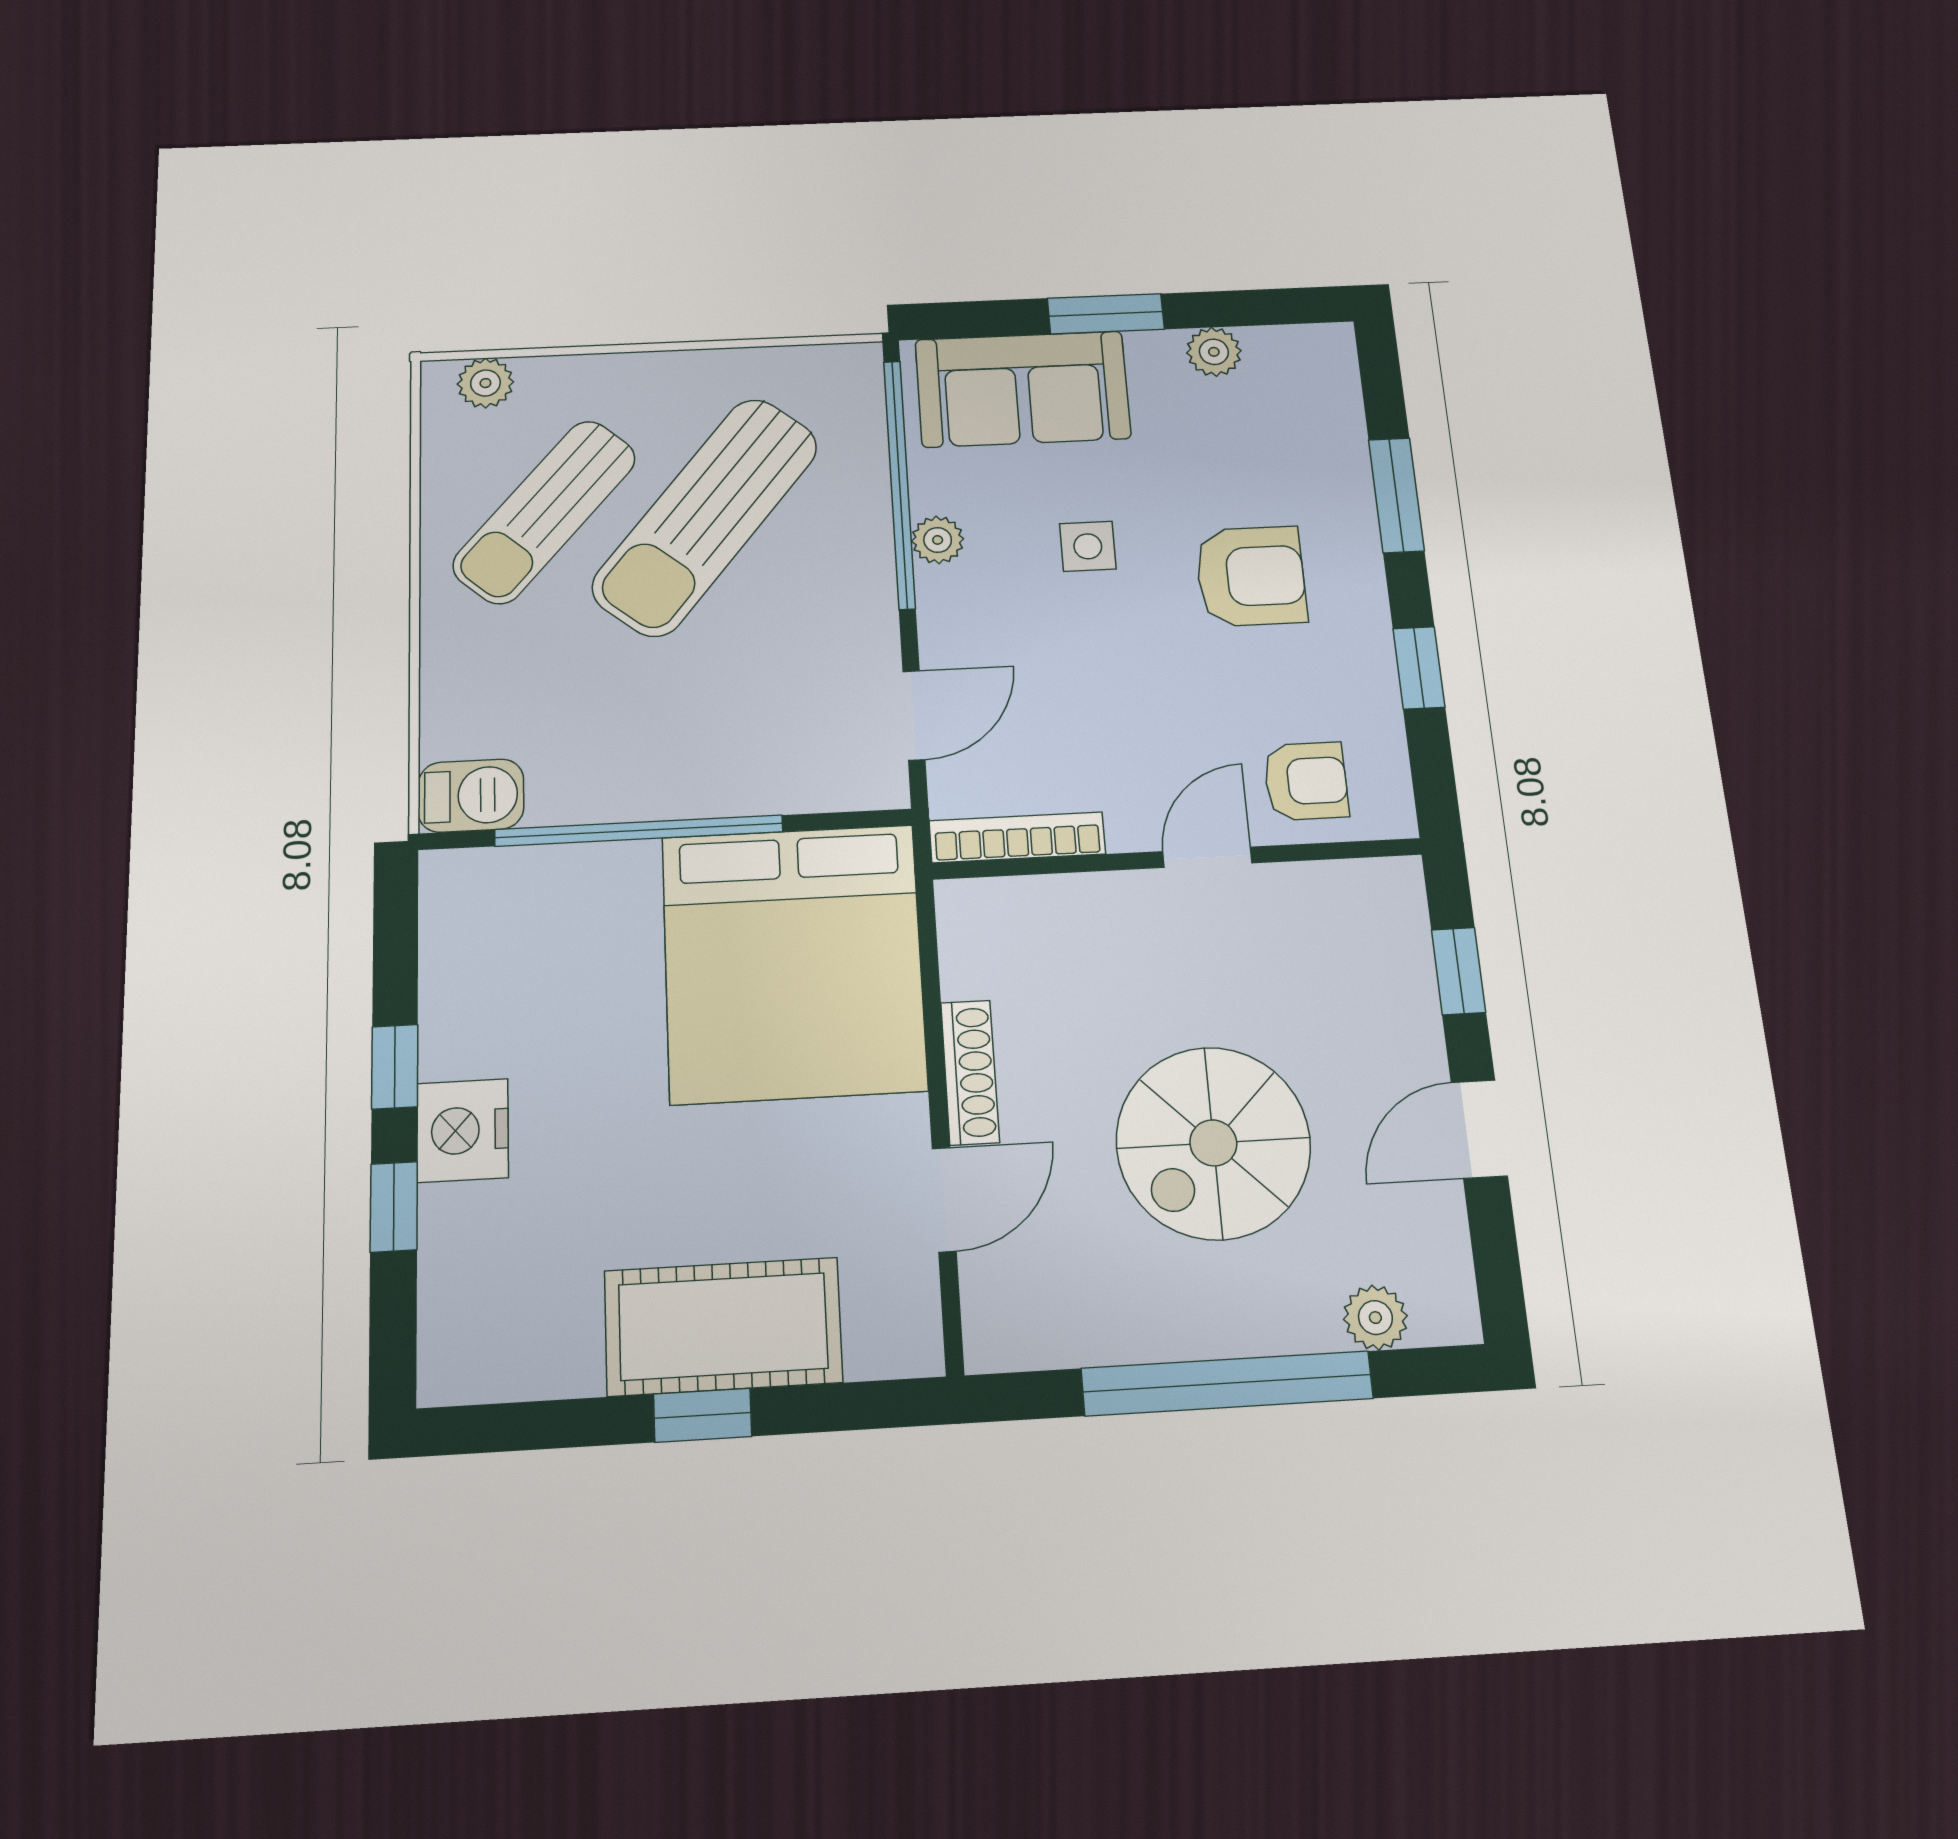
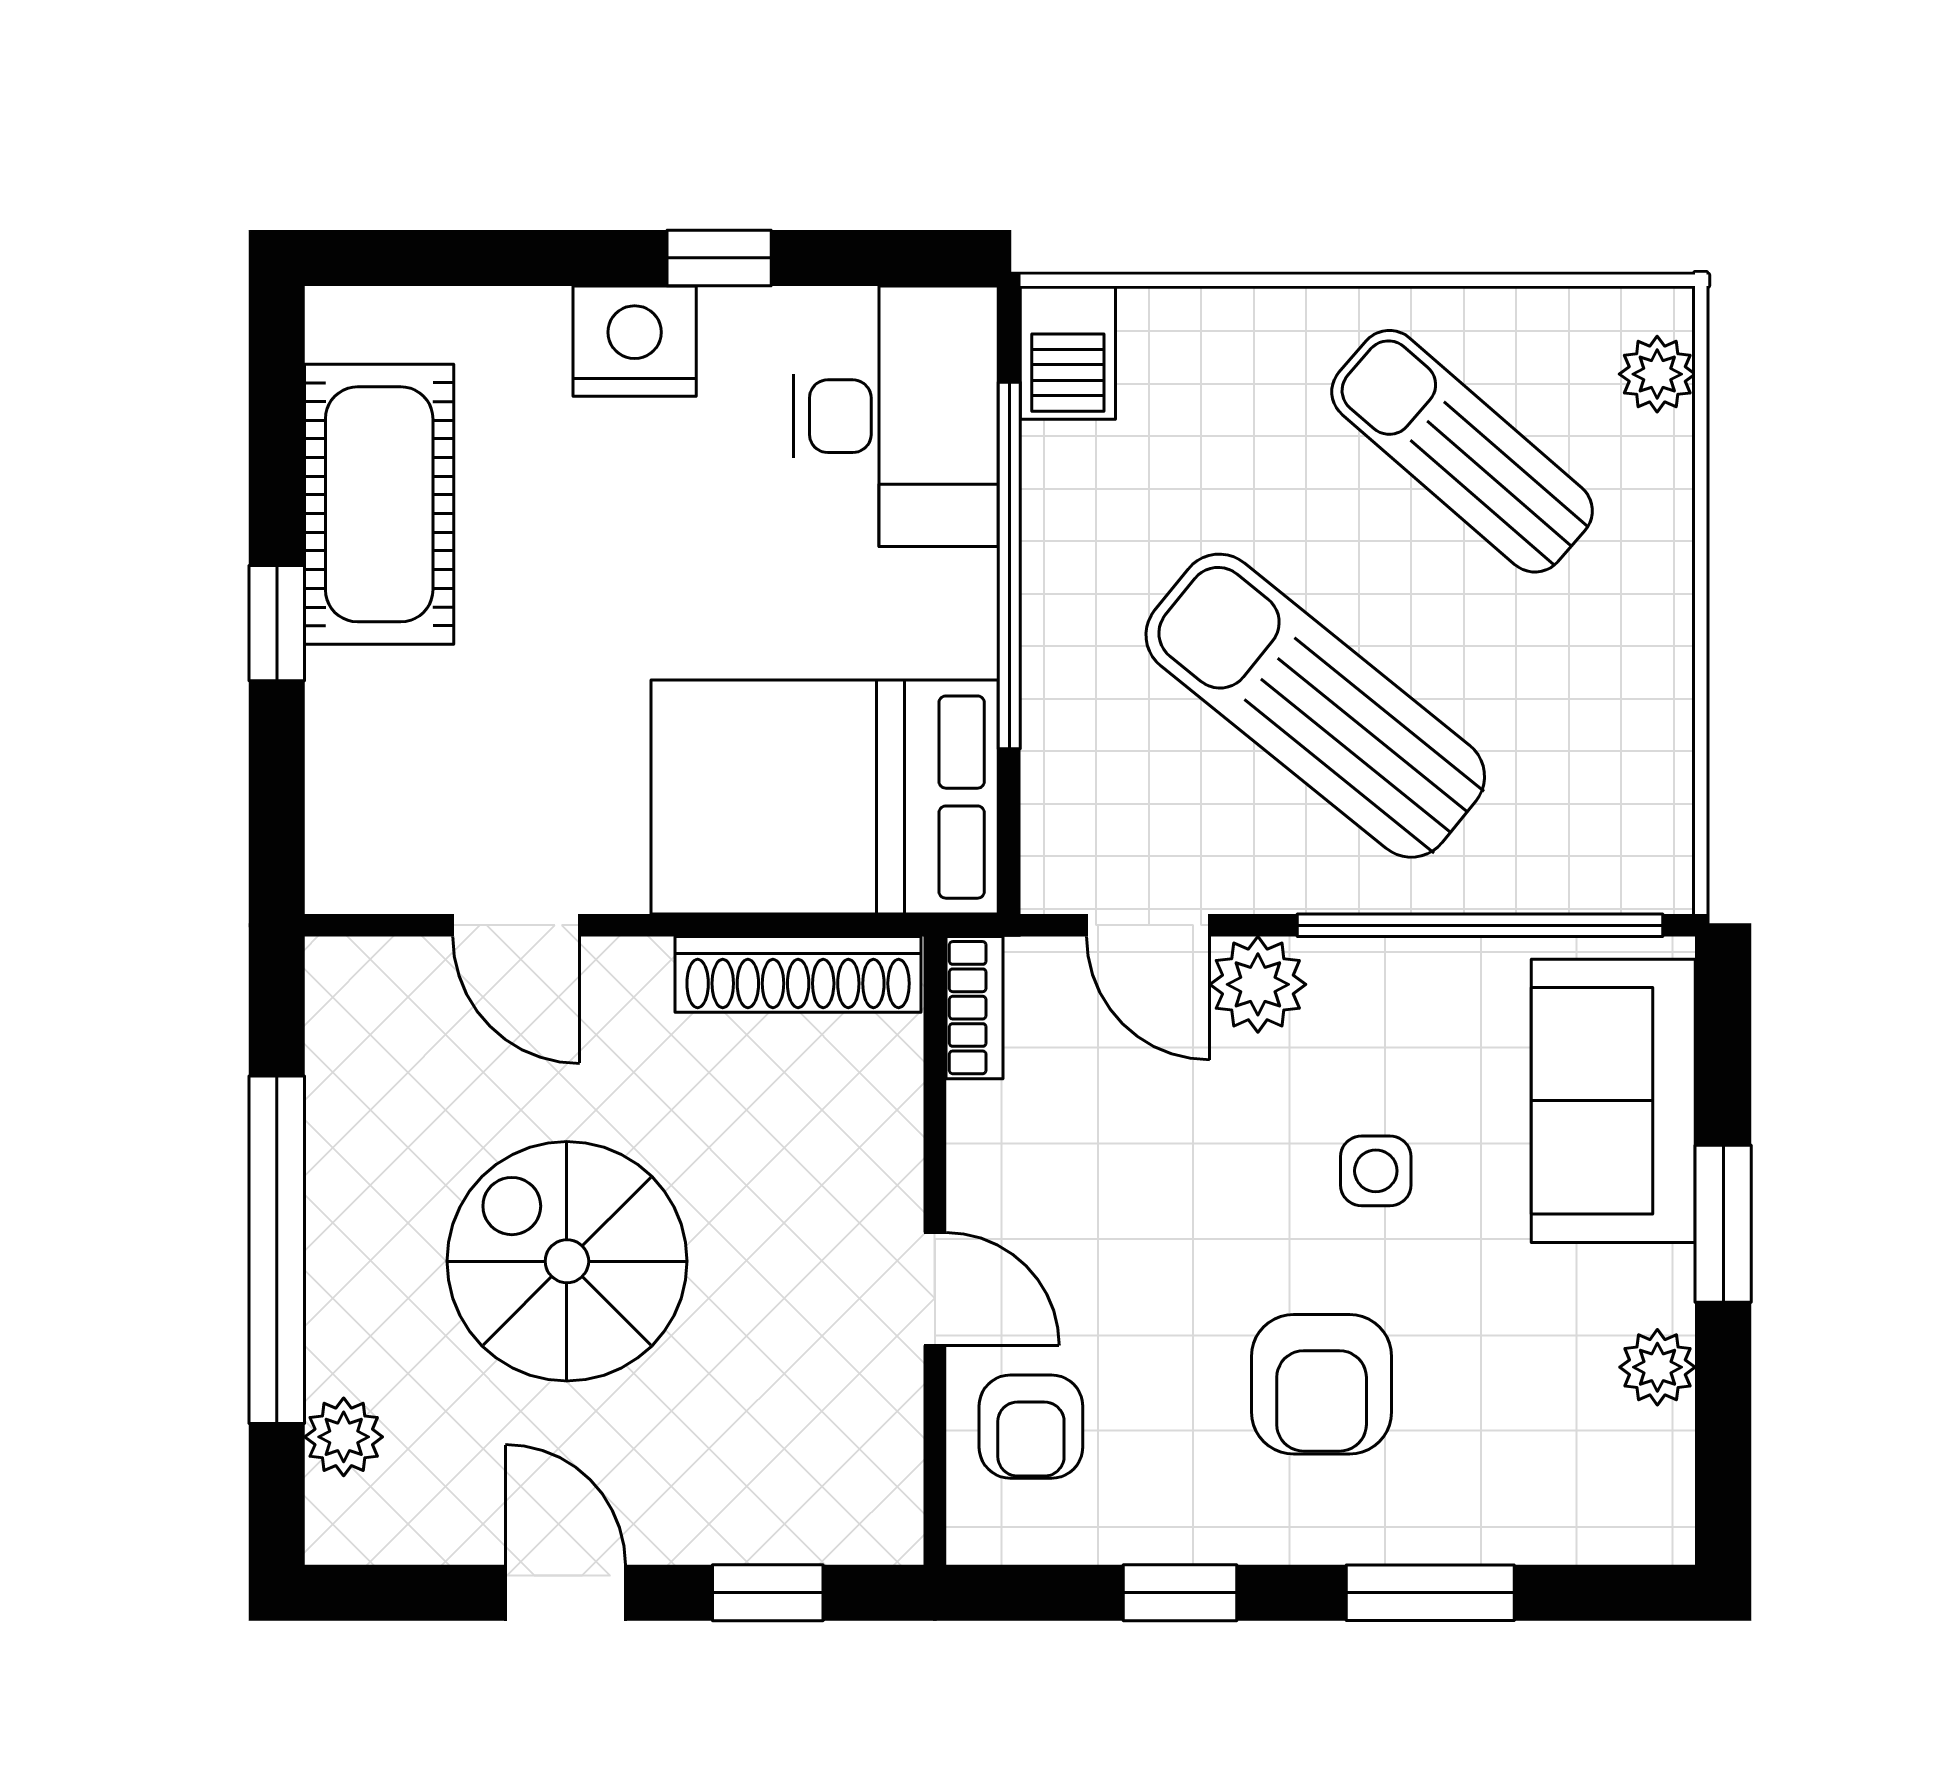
sun lounger: (705, 516) -> (1315, 706), moved
plant: (938, 540) -> (1258, 984), moved, width x1.38, depth x1.38
bookcase: (1017, 837) -> (975, 1008), width x0.64
desk: (522, 922) -> (896, 416), added
bed: (793, 963) -> (825, 797), width x0.73
shoe rack: (970, 1072) -> (798, 974), moved, width x1.36, depth x1.24
window: (394, 1207) -> (546, 258), removed
cot: (723, 1326) -> (379, 504), moved

